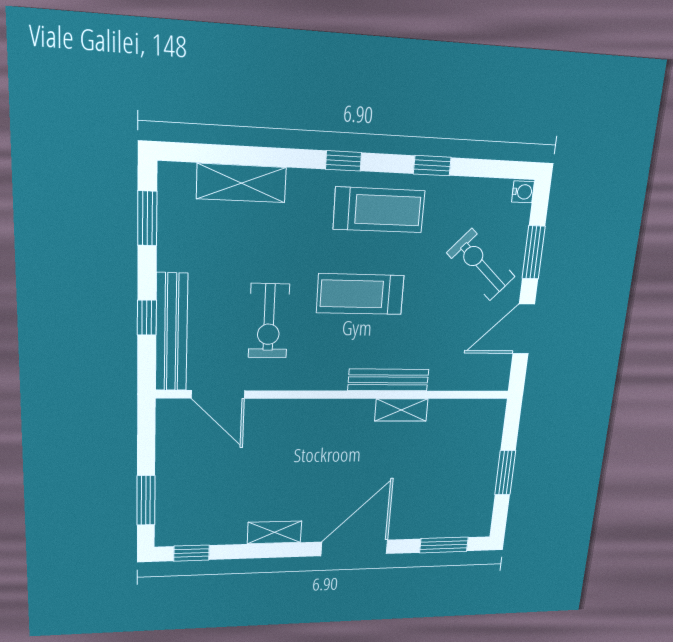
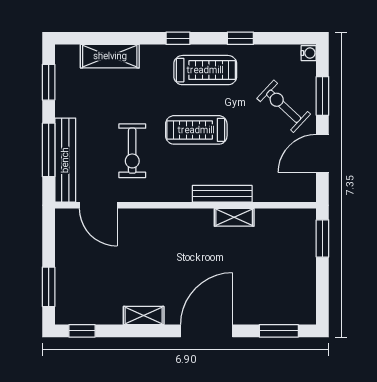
window: (147, 318) -> (49, 150), width x2.17
window: (505, 473) -> (322, 238), moved

